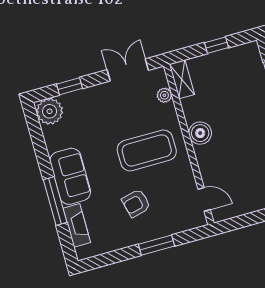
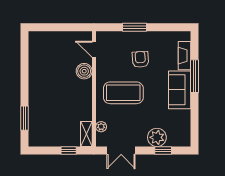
window: (216, 45) -> (69, 151), moved
plant: (50, 111) -> (157, 137), moved
boiler: (200, 133) -> (84, 71), moved
armchair: (136, 203) -> (140, 59), turned -80

